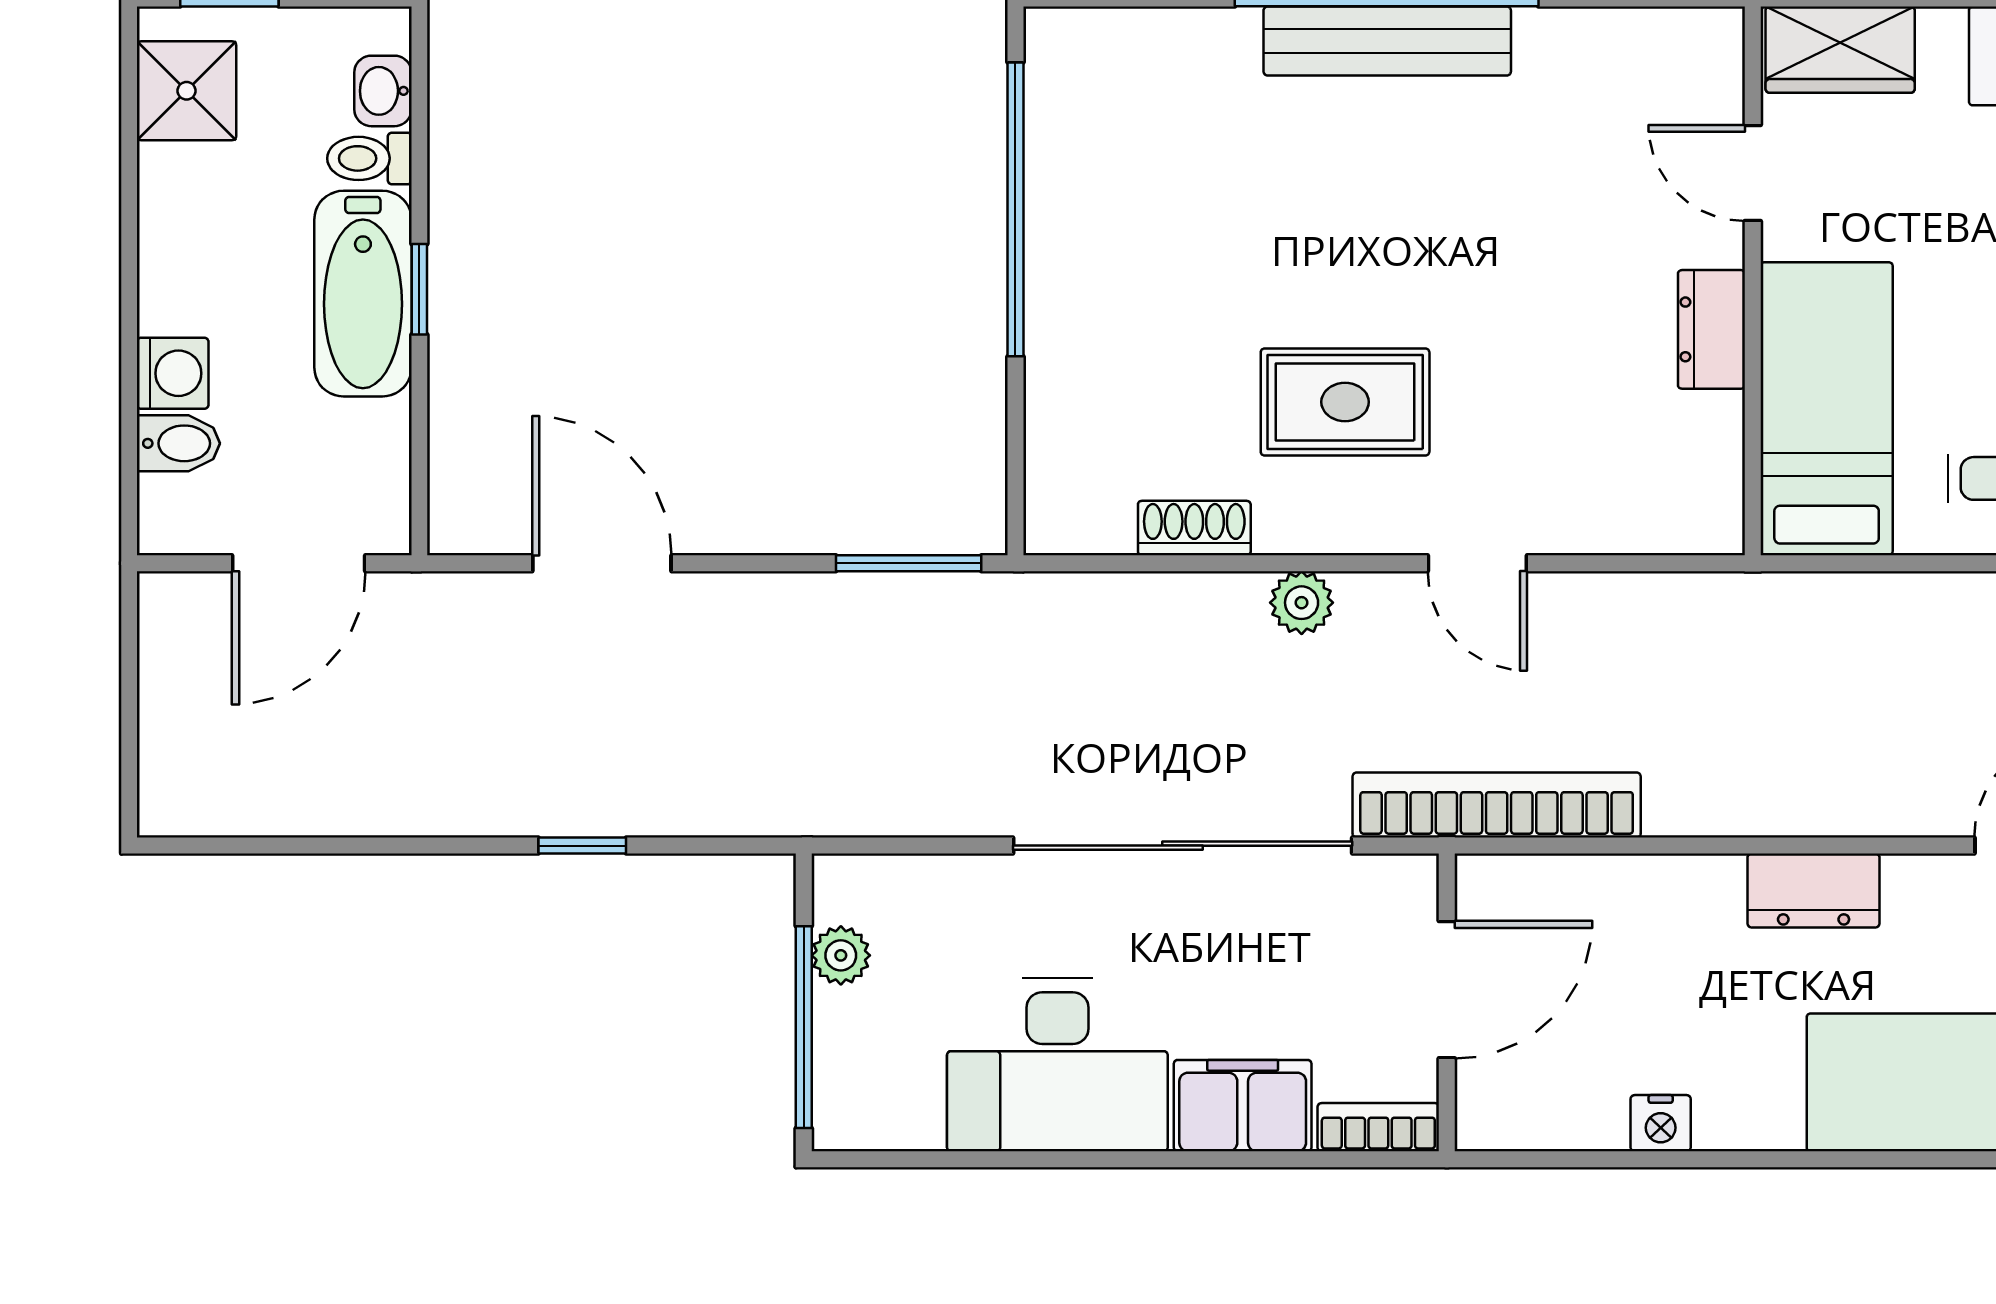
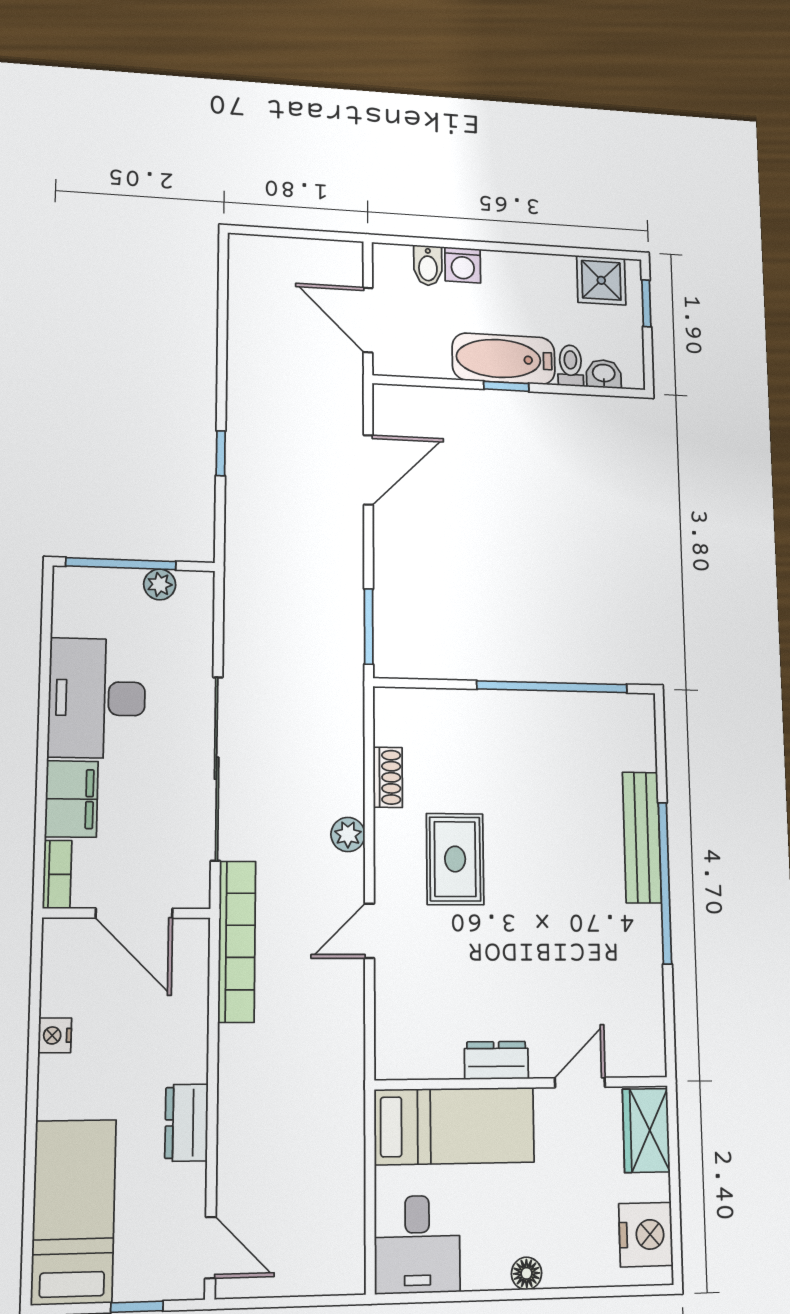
bench: (1387, 41) -> (642, 837), moved

